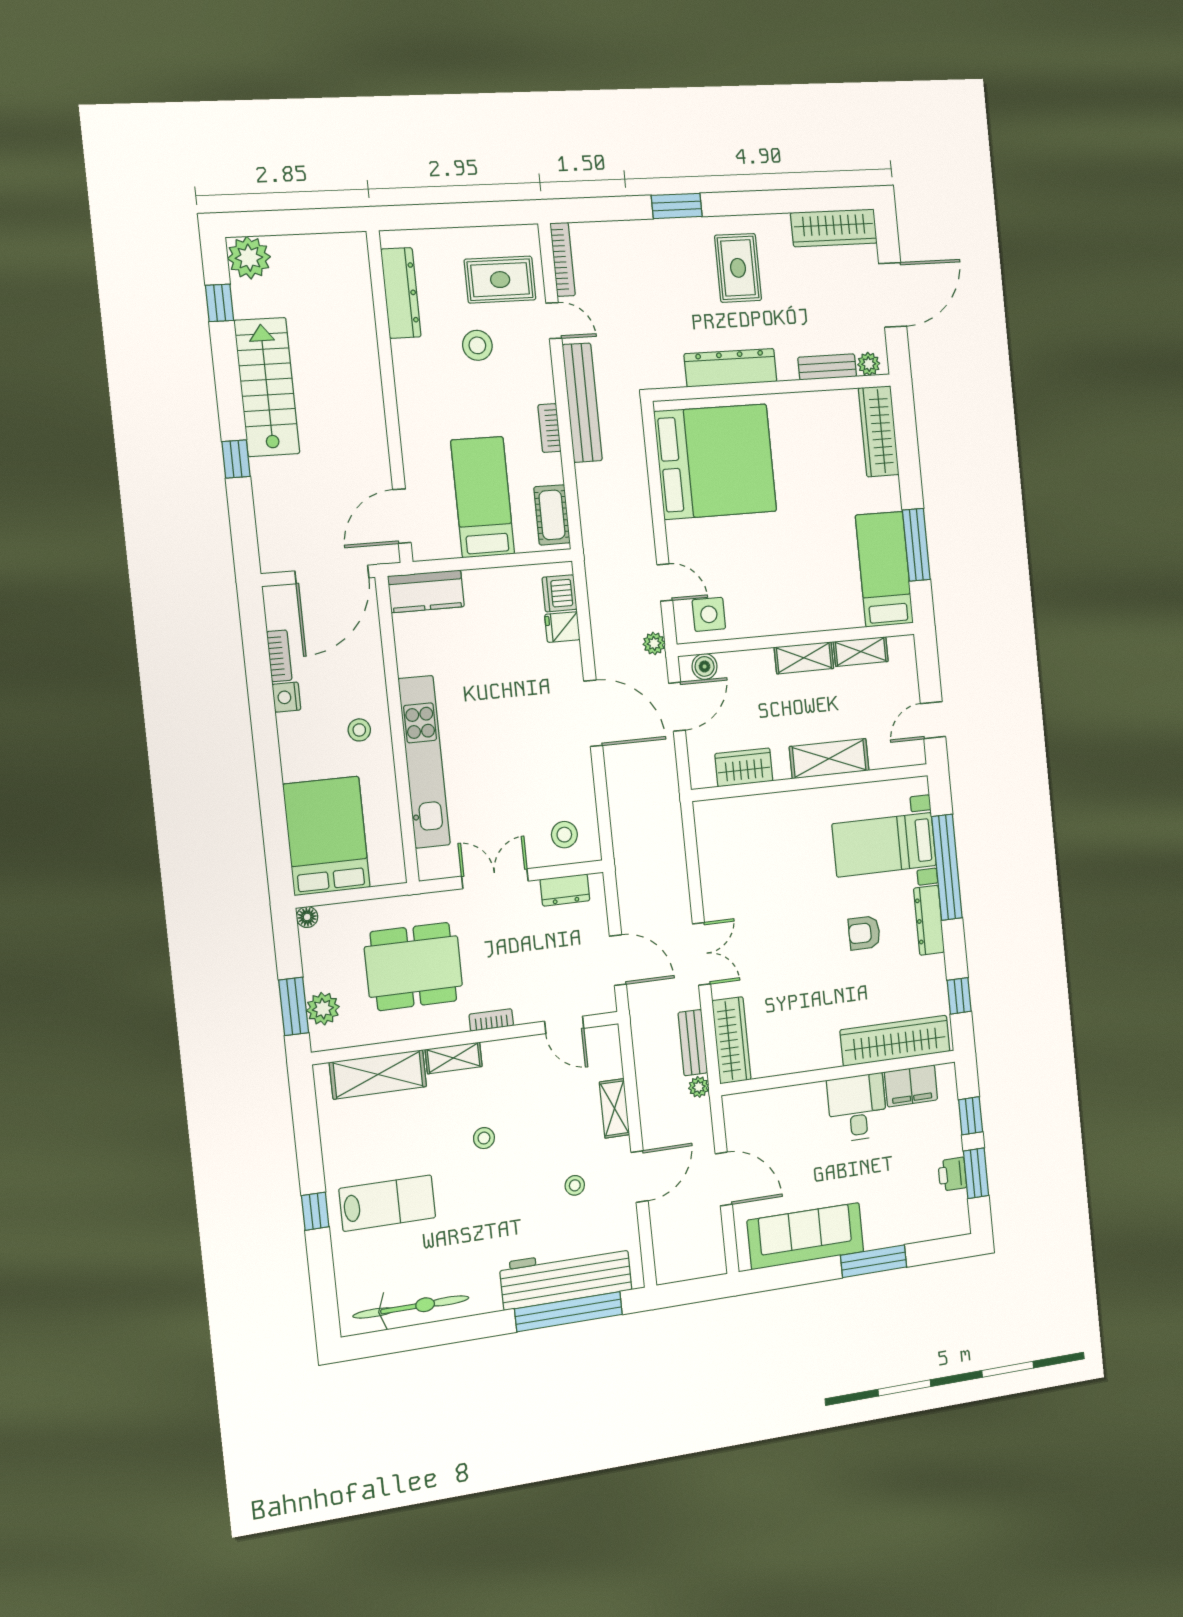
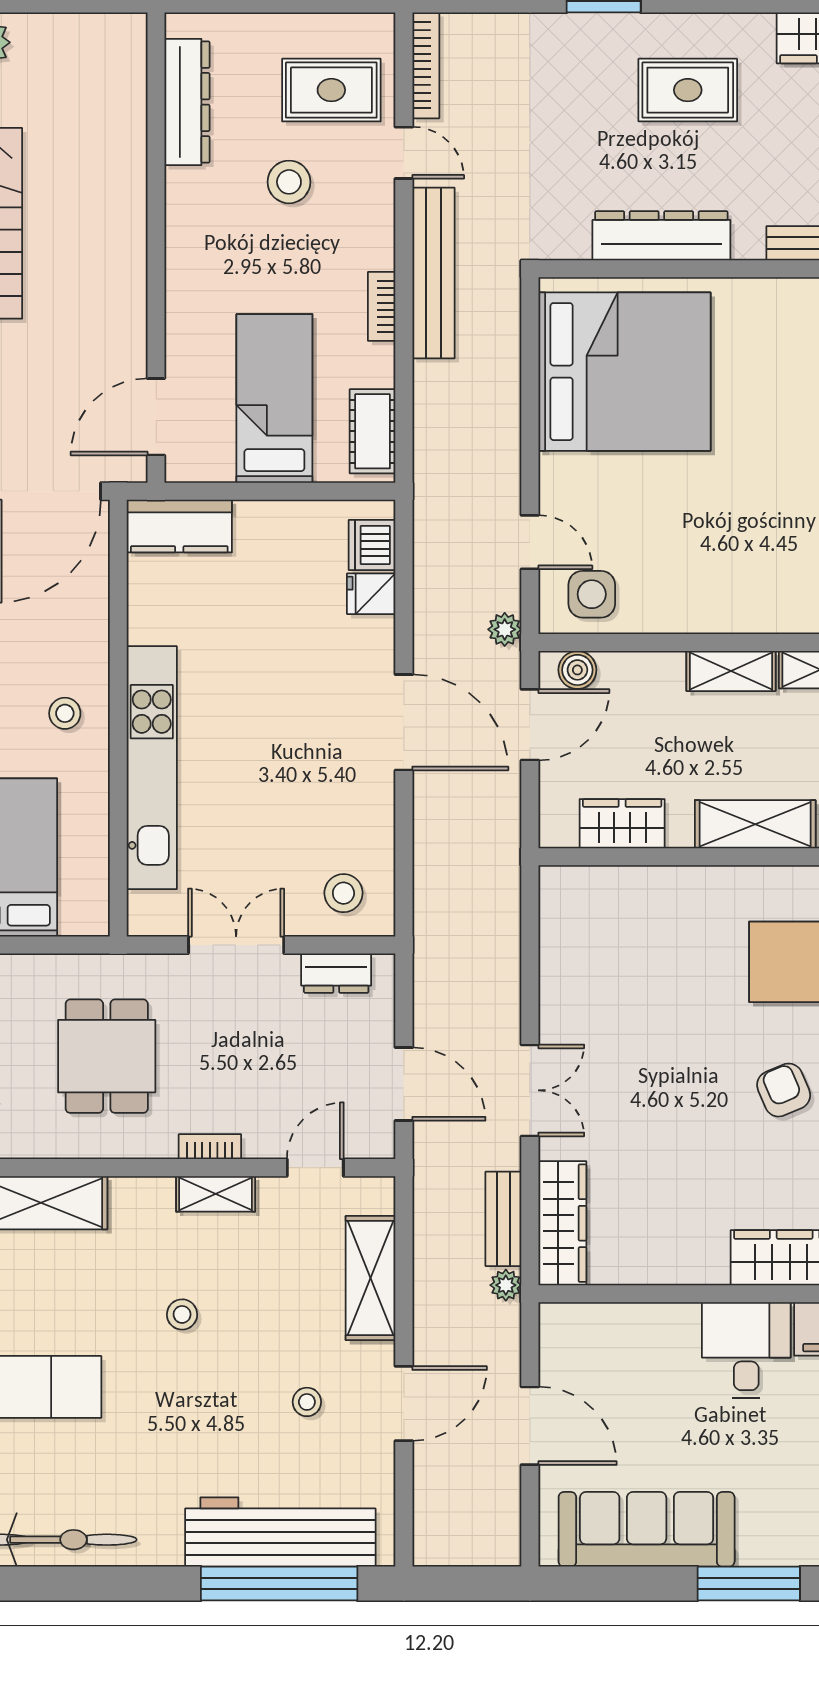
rug: (738, 268) -> (688, 90), turned 90
armchair: (864, 933) -> (784, 1090), turned 67
dining table: (413, 966) -> (107, 1056), width x0.73
door: (564, 1025) -> (315, 1168), swing flipped
shelving: (454, 1058) -> (216, 1194), moved
shelving: (615, 1108) -> (371, 1278), width x1.50, depth x1.33

